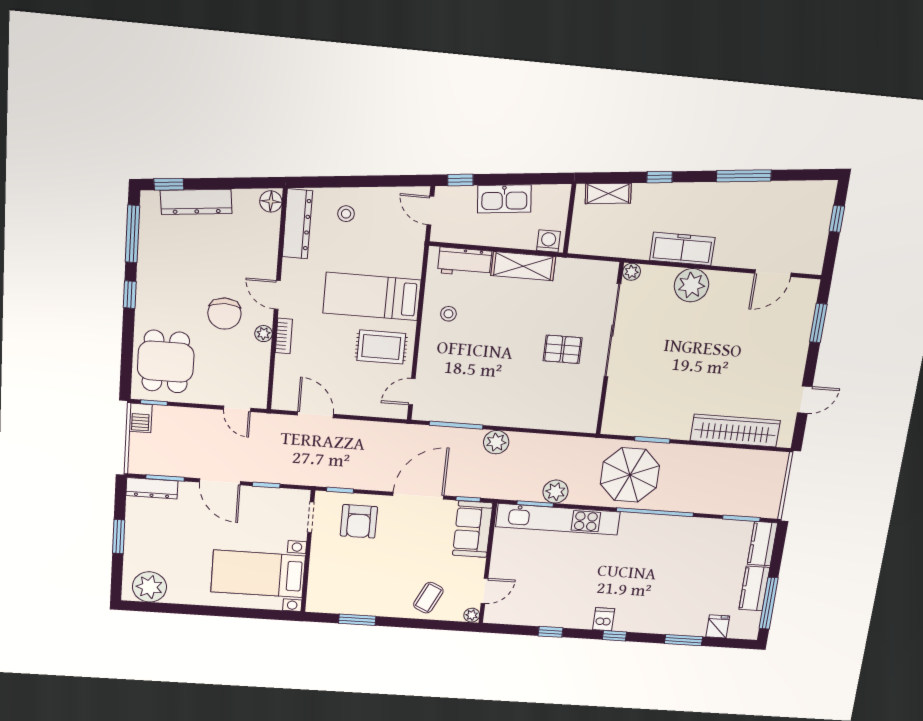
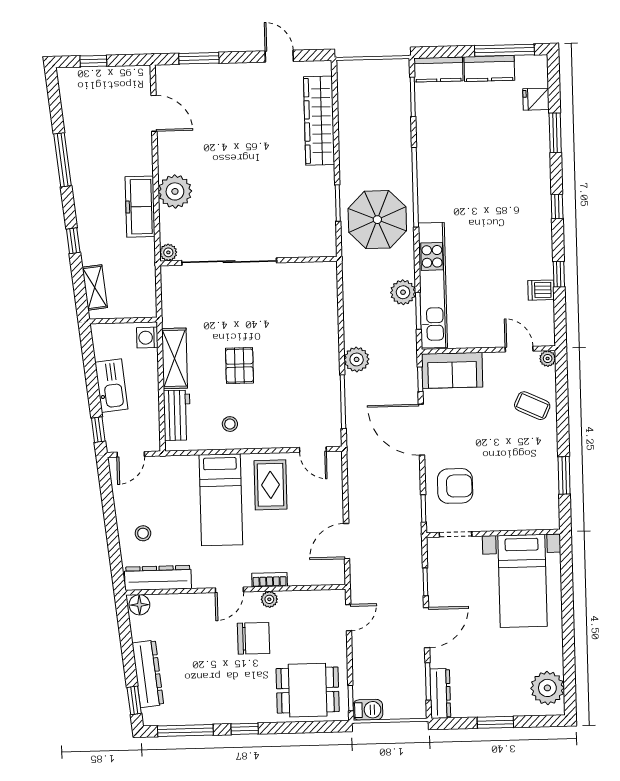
pallet: (563, 349) -> (239, 366), moved
dishwasher: (604, 619) -> (541, 290), moved

